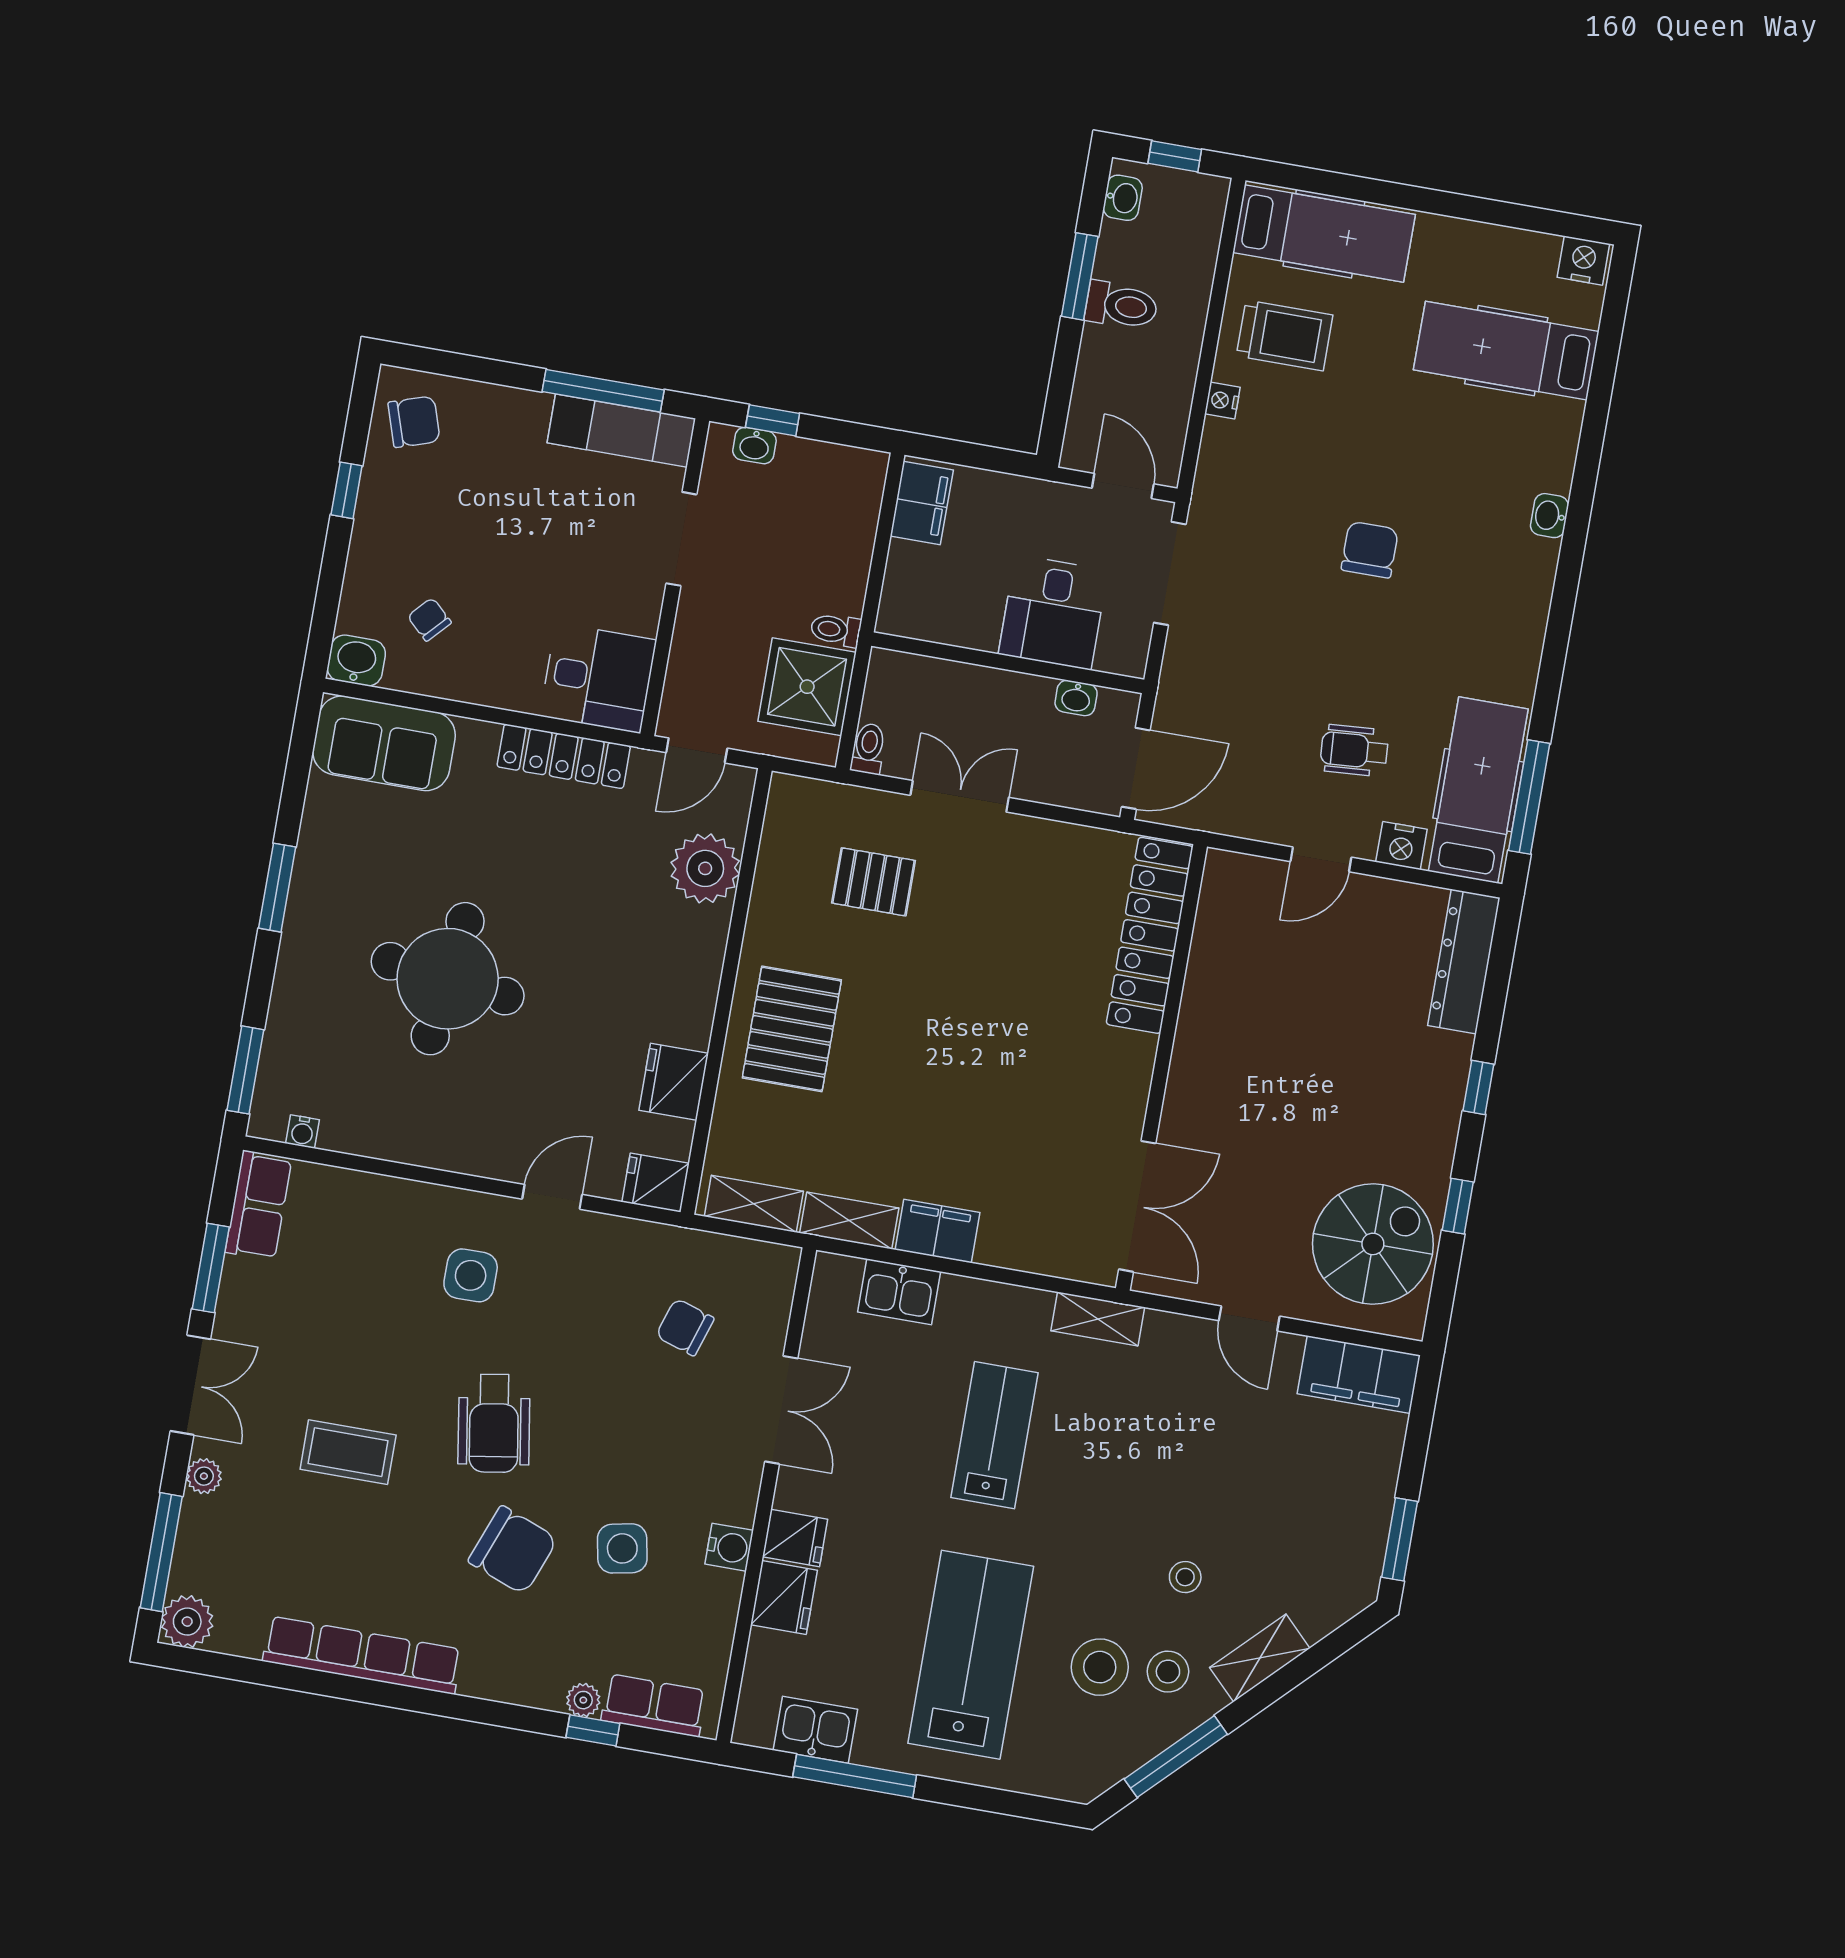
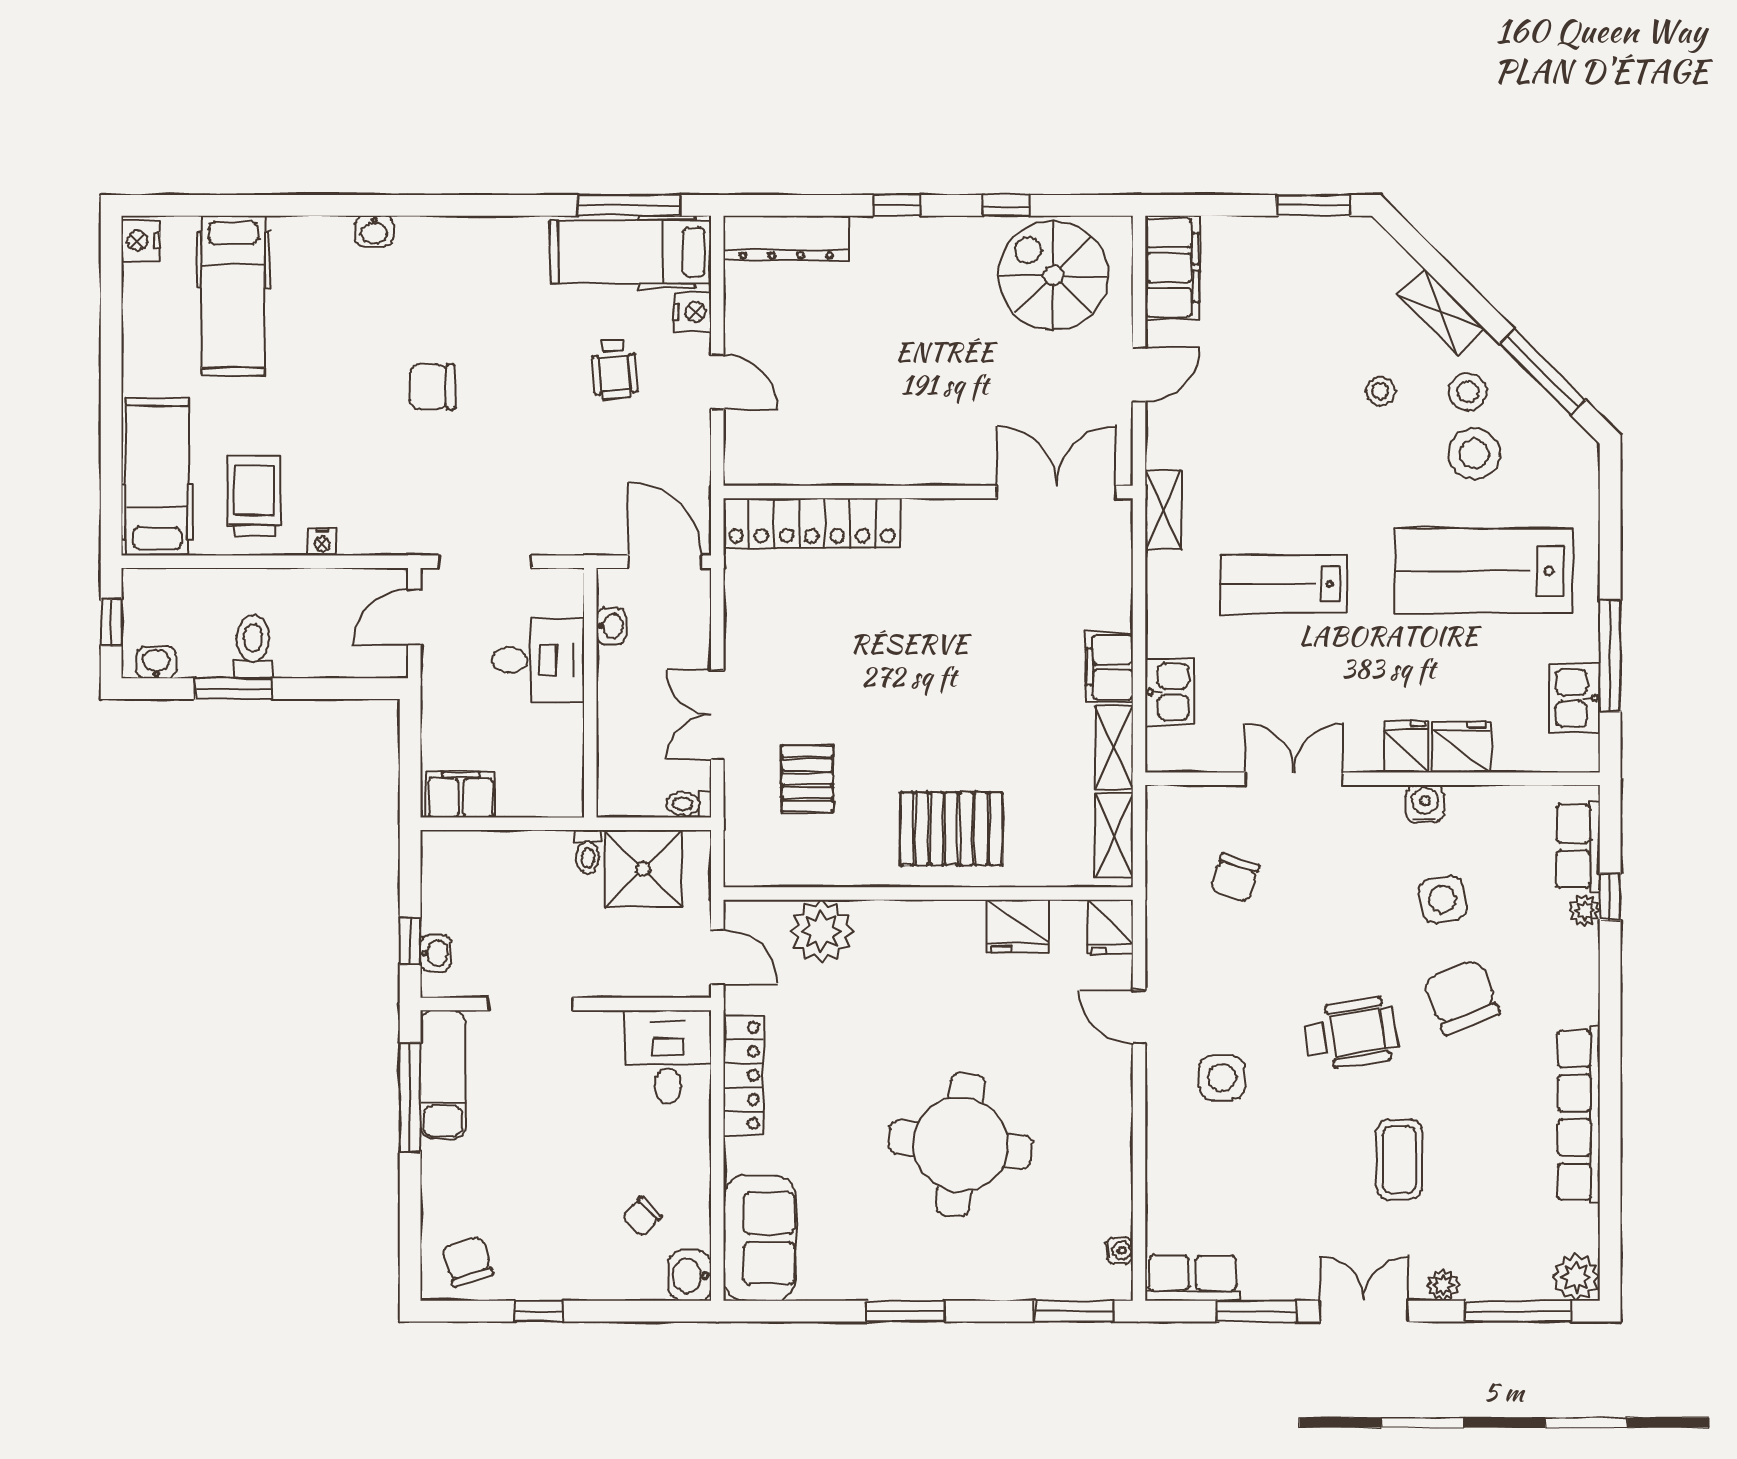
chair: (513, 1550) -> (1461, 997), turned -43

